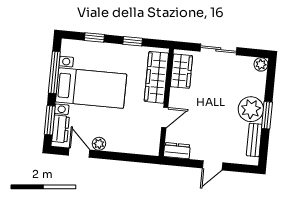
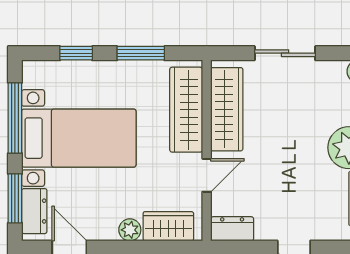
window: (133, 41) -> (141, 53), width x1.50
wardrobe: (181, 71) -> (227, 109), width x1.50
plant: (99, 144) -> (130, 230), moved
wardrobe: (139, 145) -> (168, 226), added

